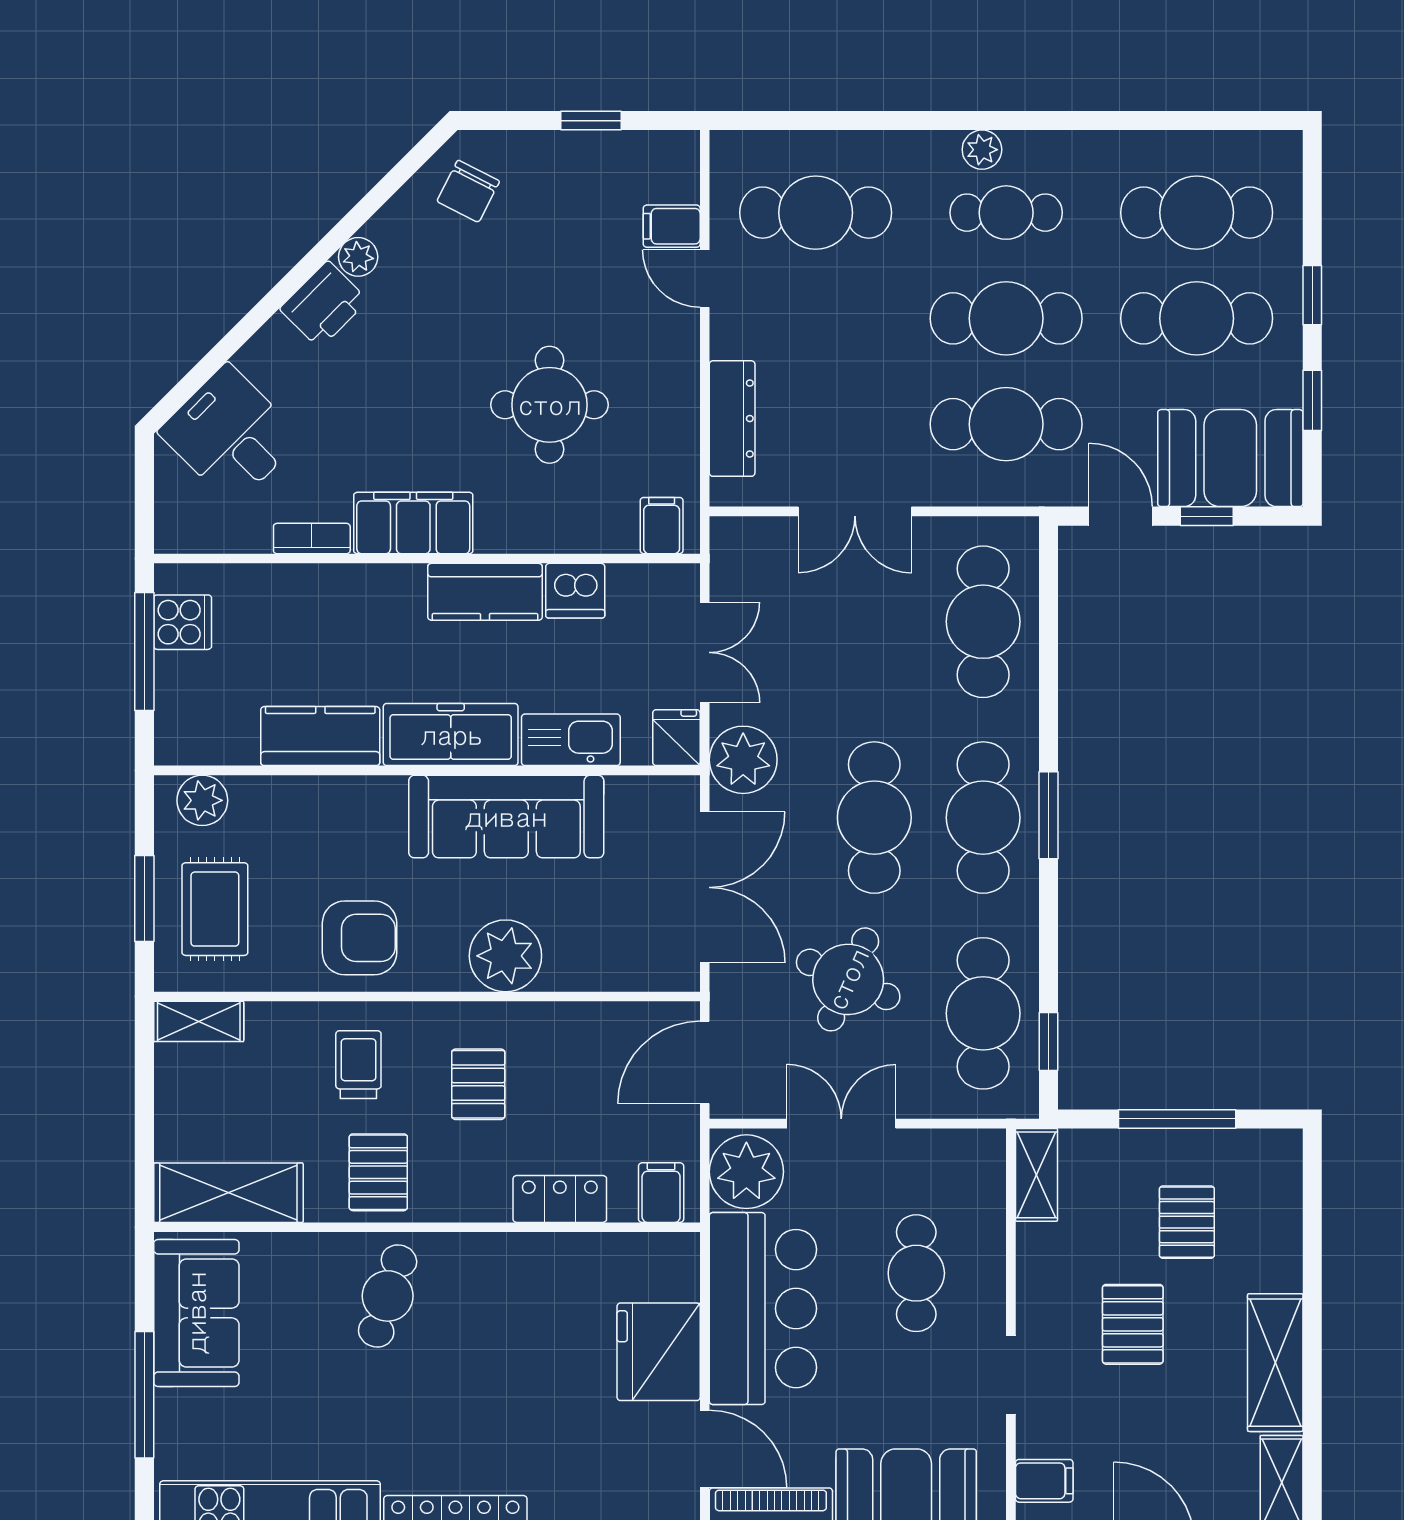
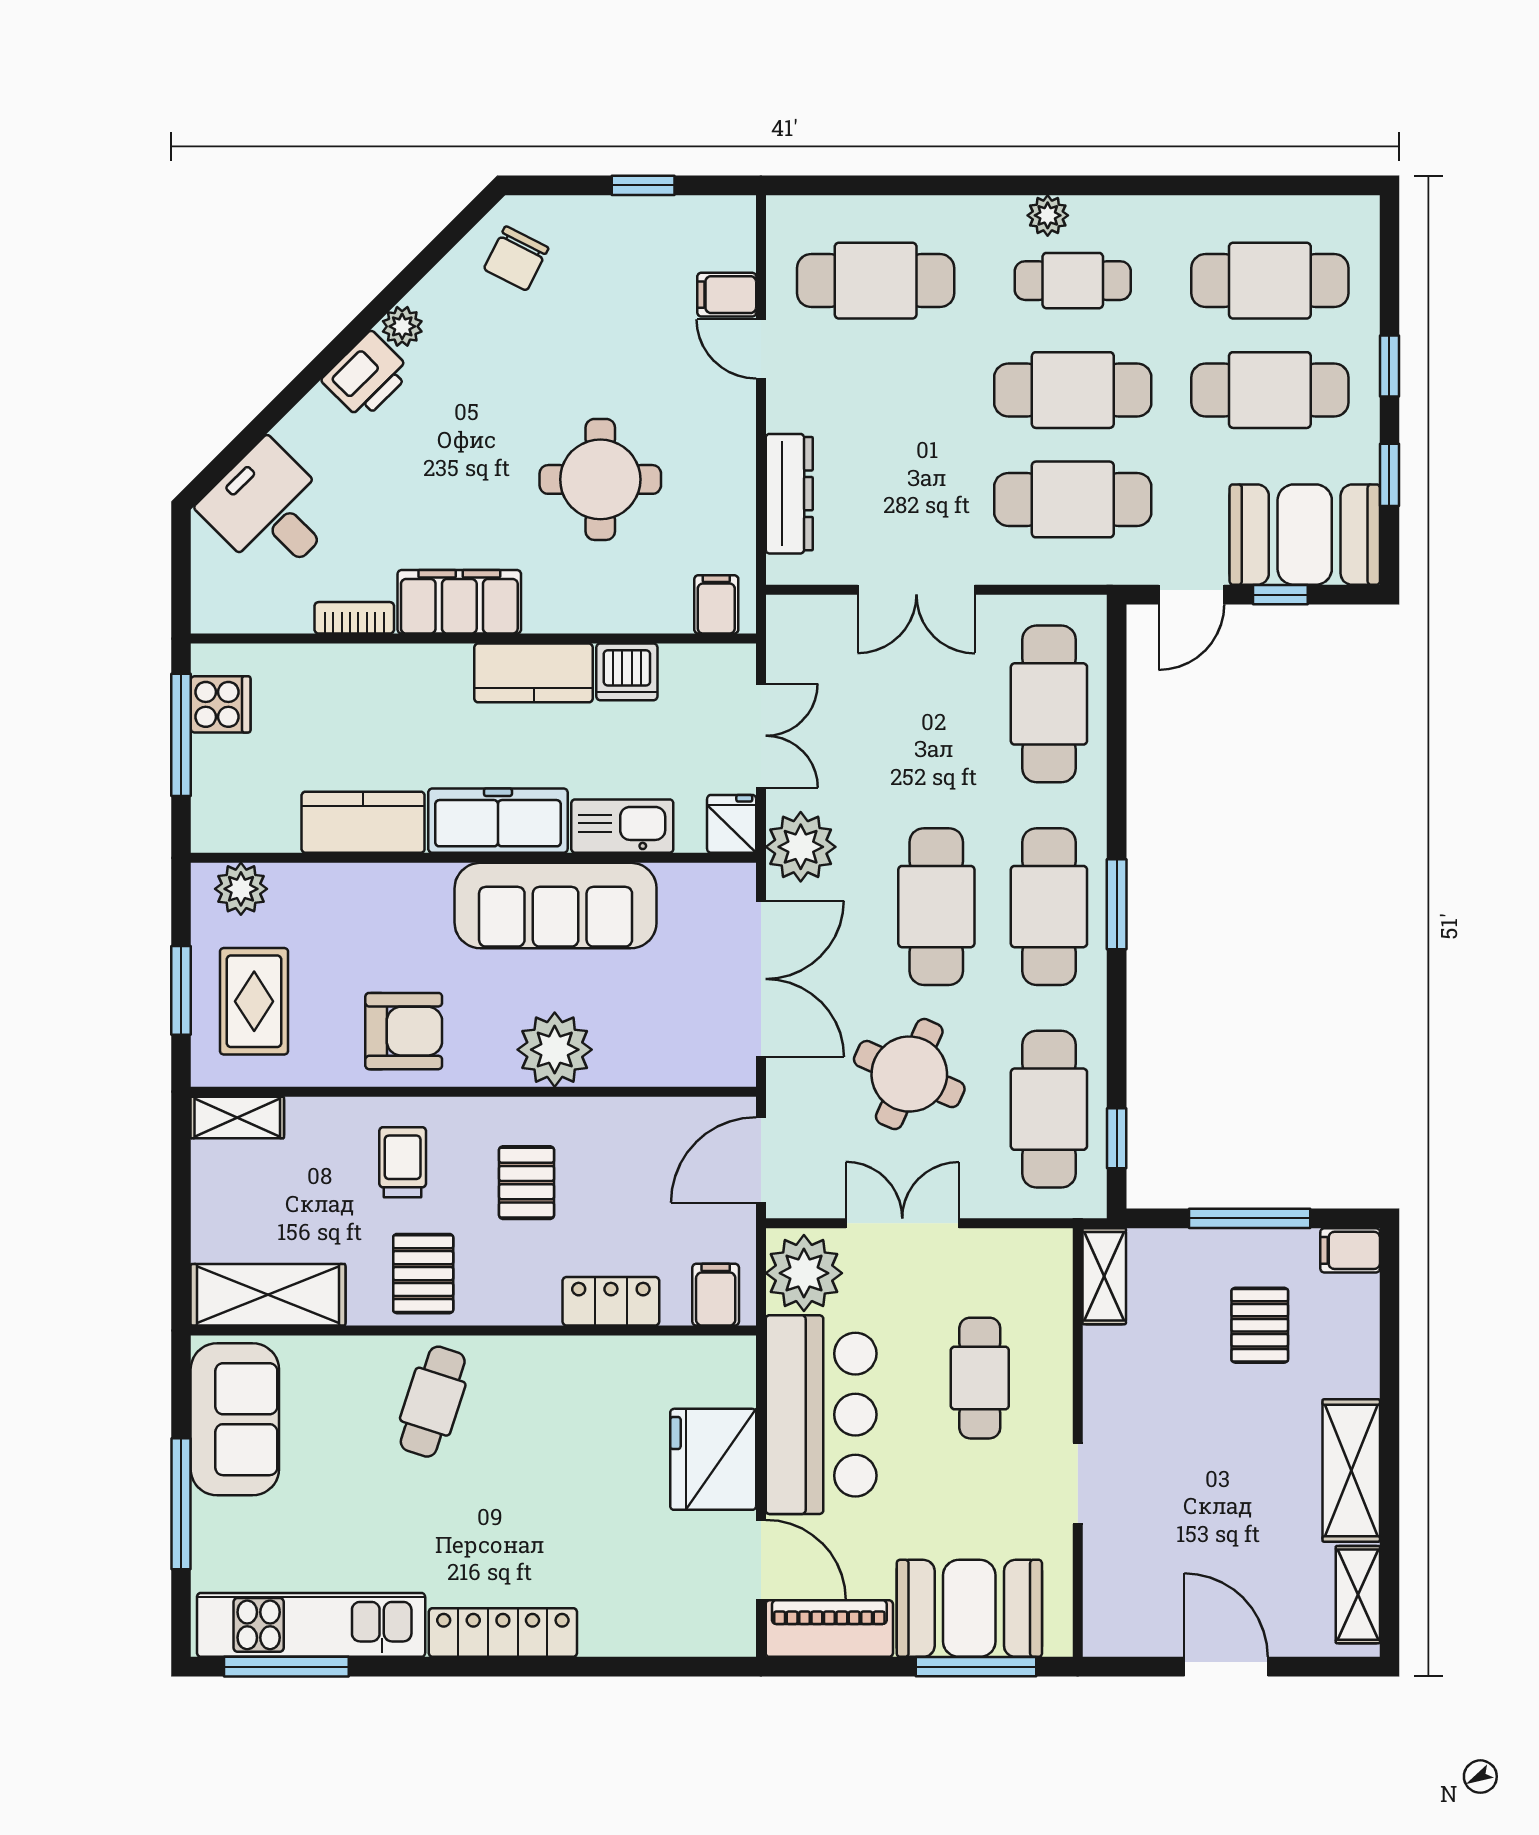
door: (1121, 516) -> (1191, 595), swing flipped
pallet: (1133, 1324) -> (1204, 1431), removed
filing cabinet: (1044, 1481) -> (1350, 1250), moved, turned 180

